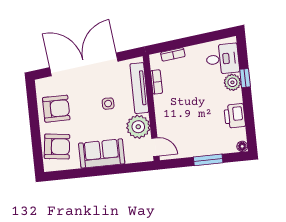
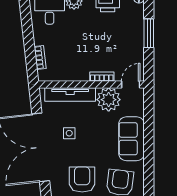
bookcase: (157, 82) -> (102, 77), moved
side table: (108, 104) -> (69, 133), moved

